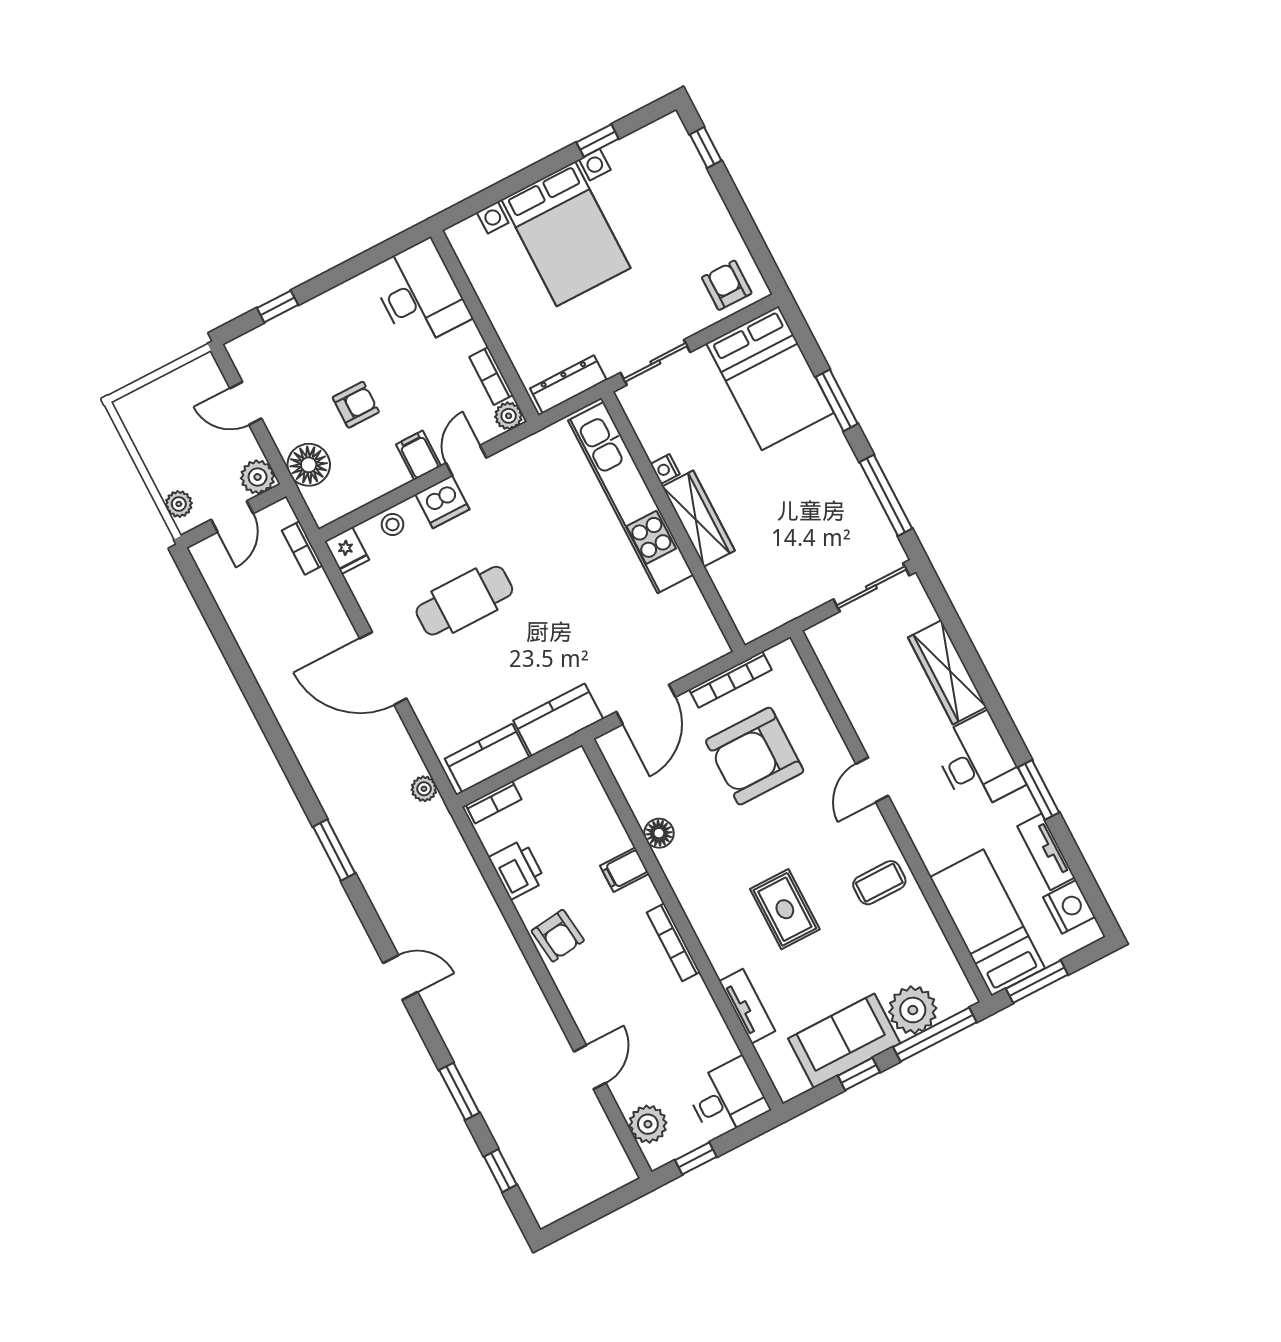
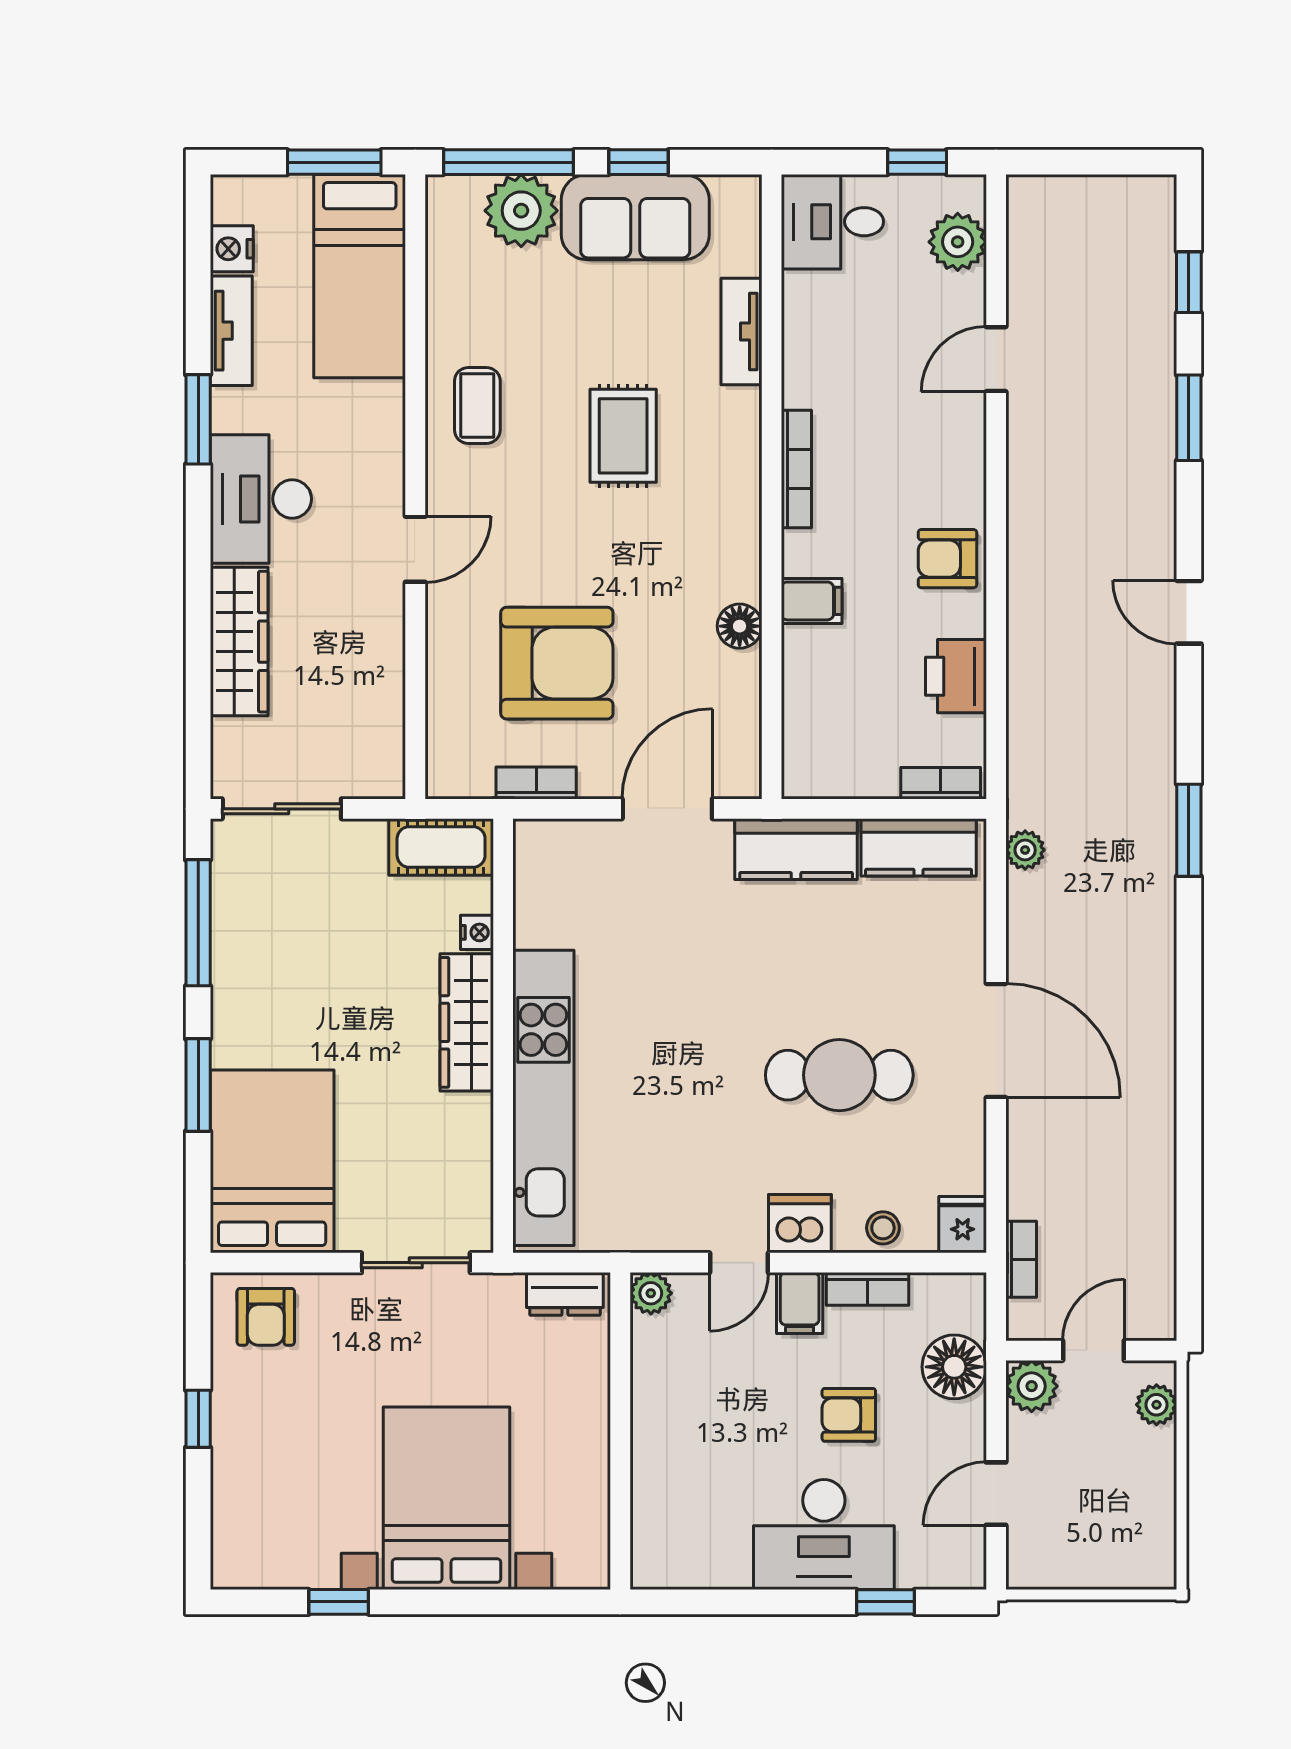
window: (706, 148) -> (198, 1419), moved
desk: (420, 294) -> (824, 1535), moved, turned -90
bookcase: (491, 376) -> (868, 1289), moved, turned 90
dresser: (568, 384) -> (565, 1294), width x0.70
door: (246, 403) -> (996, 1494), swing flipped
nightstand: (665, 469) -> (477, 932), moved
cot: (767, 613) -> (441, 847), added
bookcase: (730, 680) -> (536, 783), width x0.64
coffee table: (879, 883) -> (477, 406), turned 90
nightstand: (1069, 907) -> (232, 249), width x0.74, depth x0.75
armchair: (558, 936) -> (947, 559), turned -83

